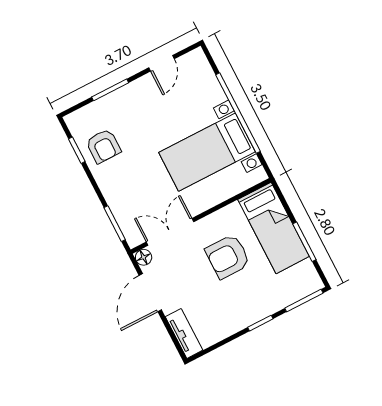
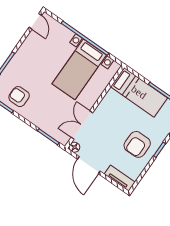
door: (162, 63) -> (35, 21), moved
armchair: (103, 146) -> (19, 97), turned 180
armchair: (228, 256) -> (137, 144), moved

